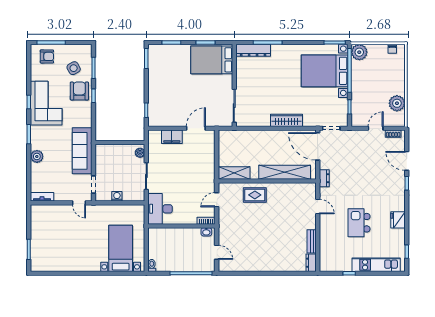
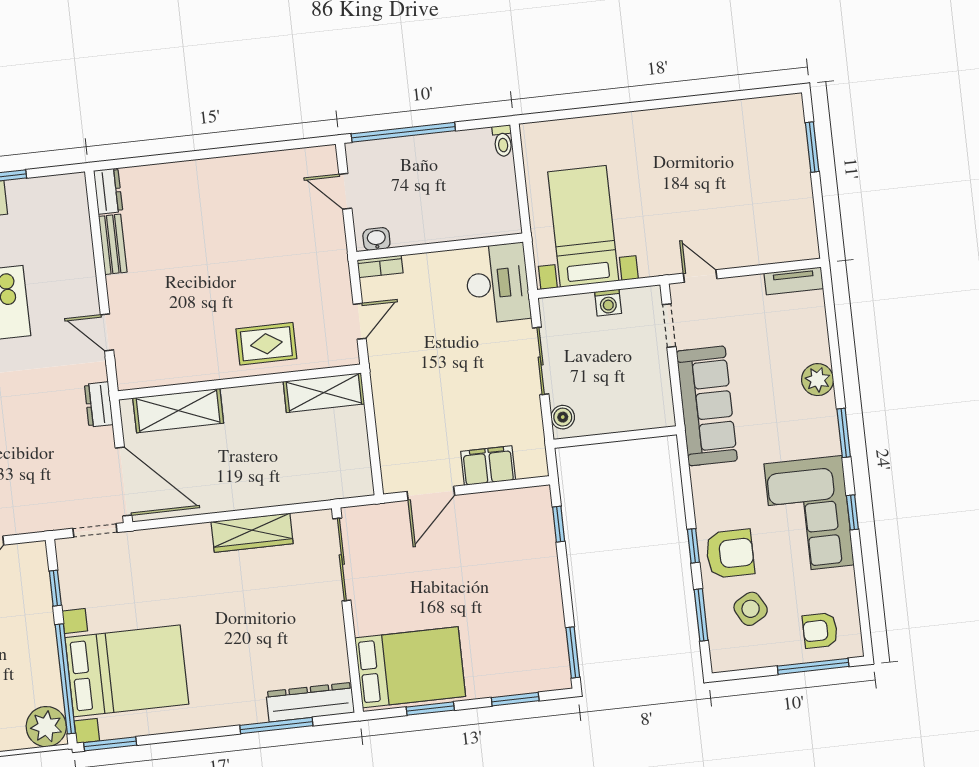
armchair: (79, 91) -> (730, 554), turned -90
wardrobe: (286, 120) -> (252, 533), moved
shelving: (285, 172) -> (178, 411), width x0.68
bed with nightstands: (121, 248) -> (583, 226), moved, turned 180

